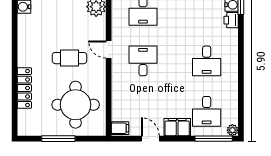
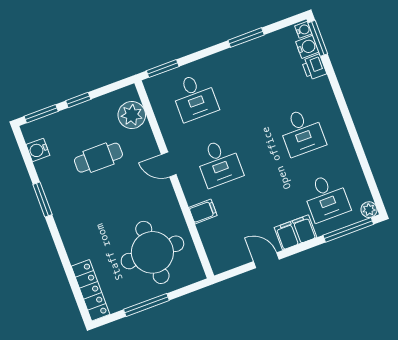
window: (15, 41) -> (42, 199), added
cafe table: (69, 58) -> (98, 158), moved
desk: (143, 61) -> (219, 163), turned 180
locker: (24, 88) -> (91, 290), moved
filing cabinet: (120, 128) -> (203, 211), moved

